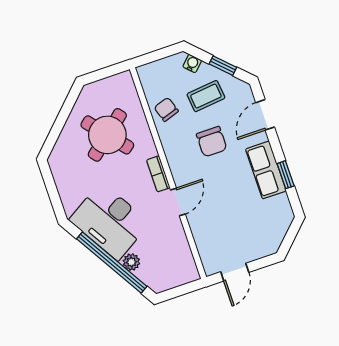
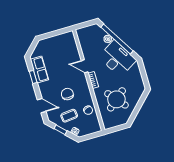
door: (265, 115) -> (42, 106), hinge flipped
row of seats: (266, 170) -> (39, 70), moved
door: (178, 202) -> (85, 66), hinge flipped
door: (235, 272) -> (59, 32), removed

